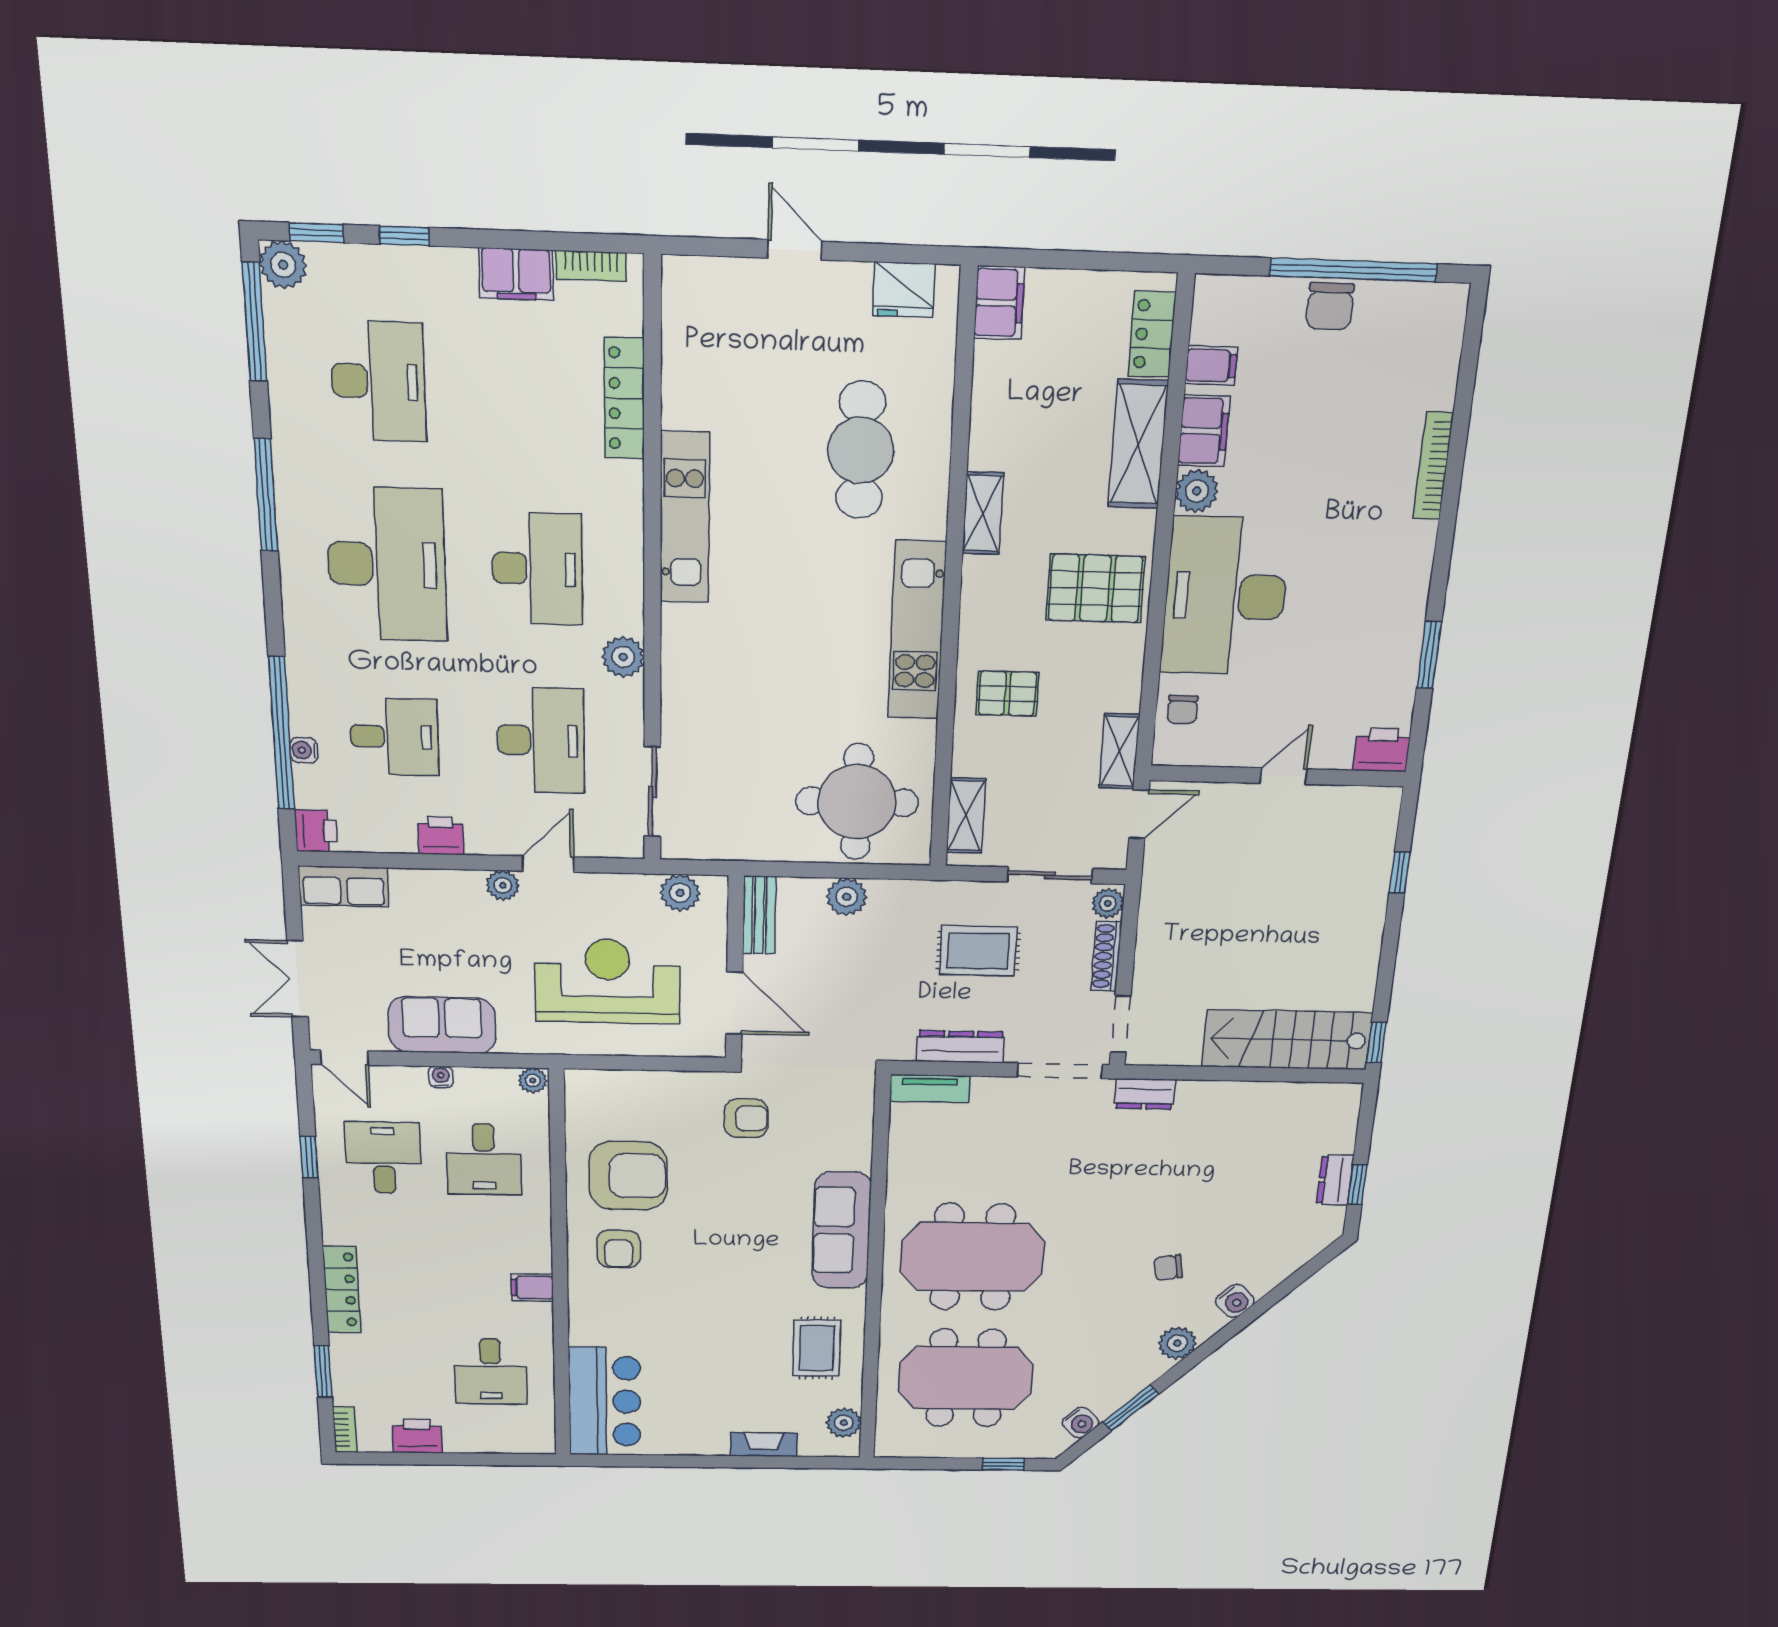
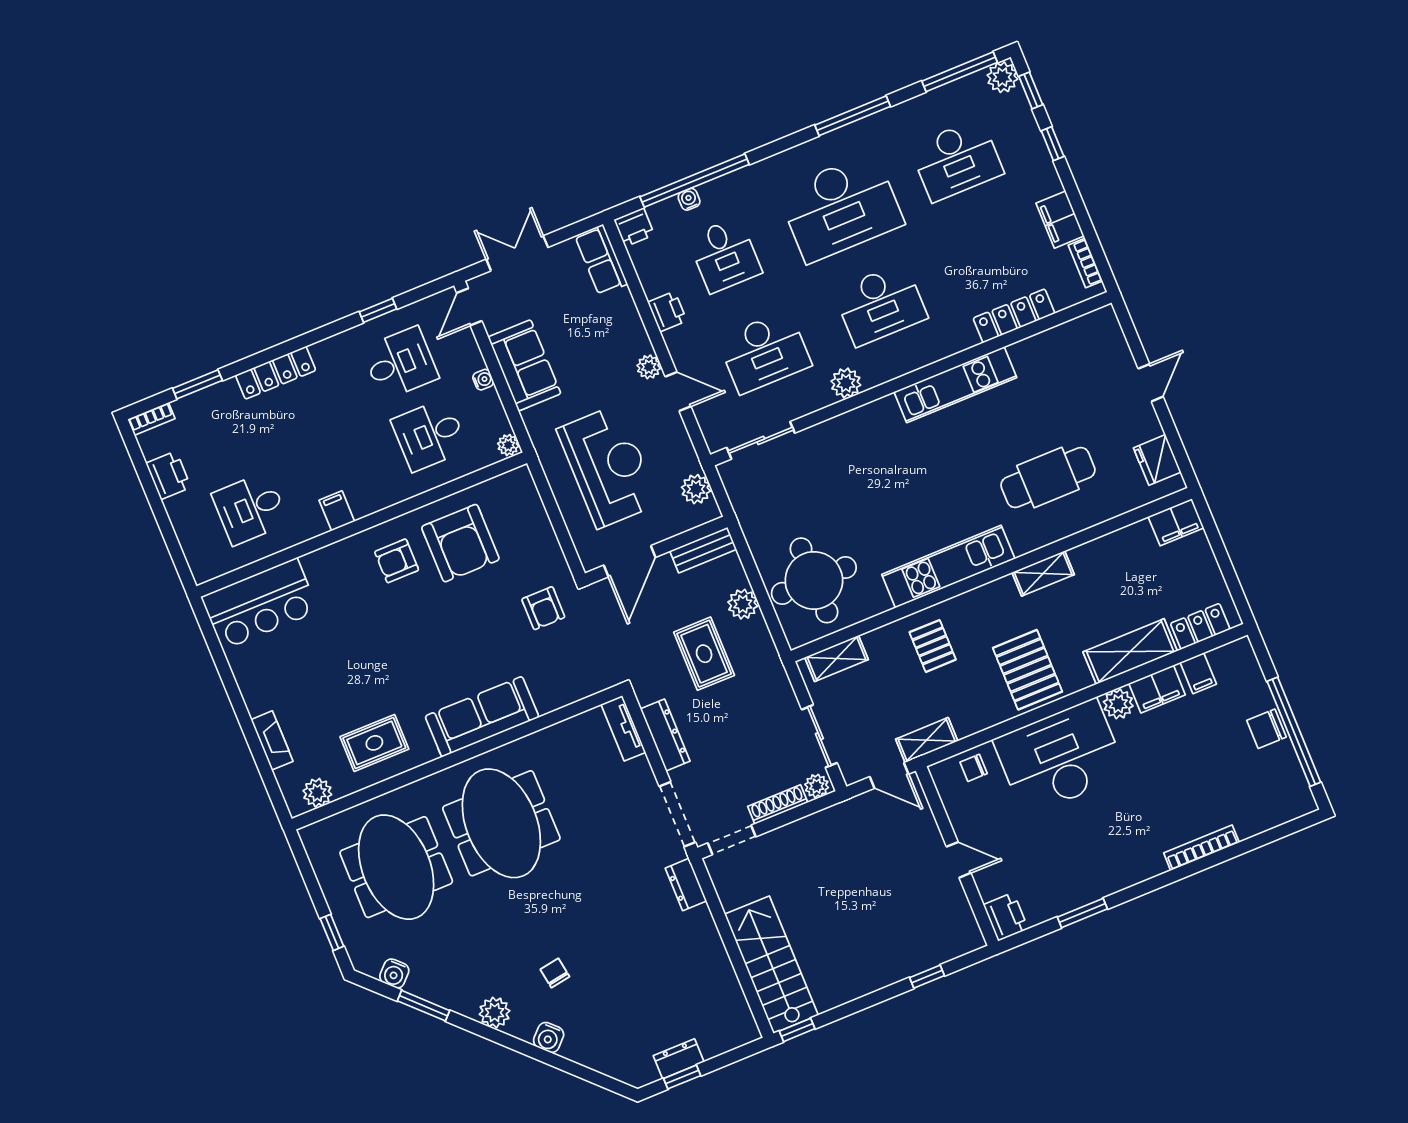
rug: (978, 951) -> (704, 654), moved

